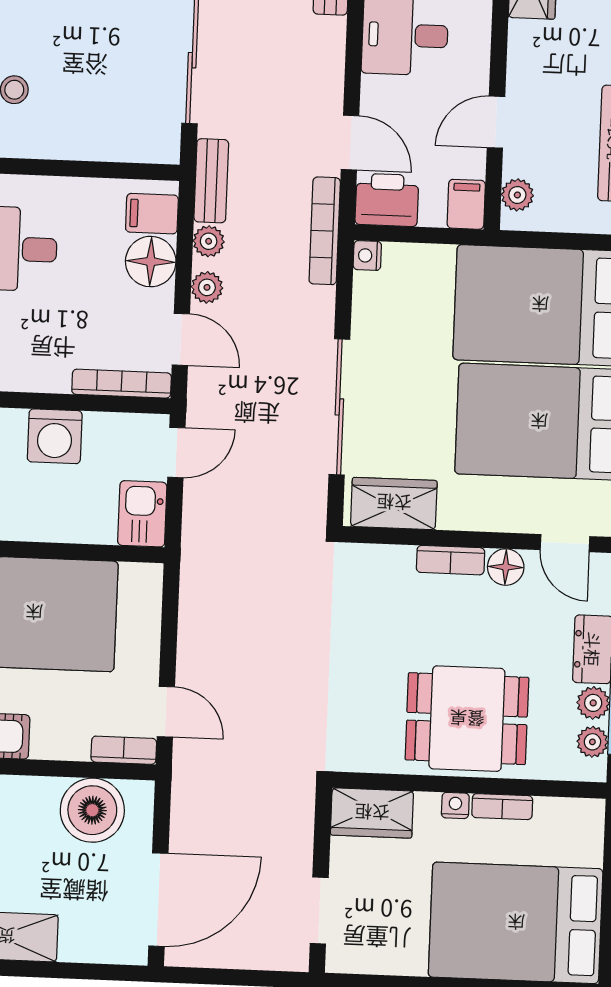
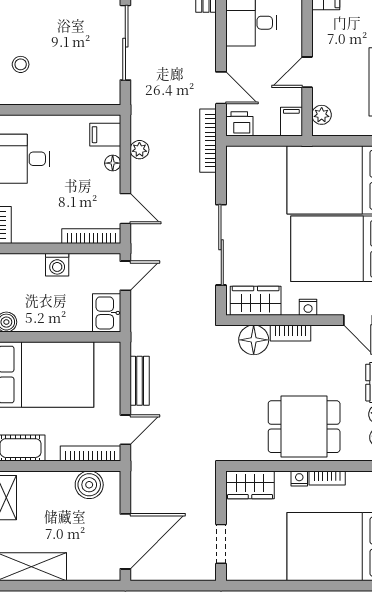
bench: (211, 181) -> (140, 381), moved
printer: (387, 200) -> (239, 124), width x0.73, depth x0.81
nightstand: (367, 255) -> (308, 307), moved, turned -90
floor lamp: (151, 262) -> (113, 163), width x0.53, depth x0.53
plant: (207, 287) -> (140, 177), removed
washing machine: (55, 436) -> (57, 265), width x0.73, depth x0.73
floor lamp: (506, 567) -> (254, 340), moved, width x1.38, depth x1.38
door: (166, 712) -> (125, 430), hinge flipped
bookcase: (124, 750) -> (90, 454), width x1.56
boiler: (92, 810) -> (89, 485), width x0.73, depth x0.73

